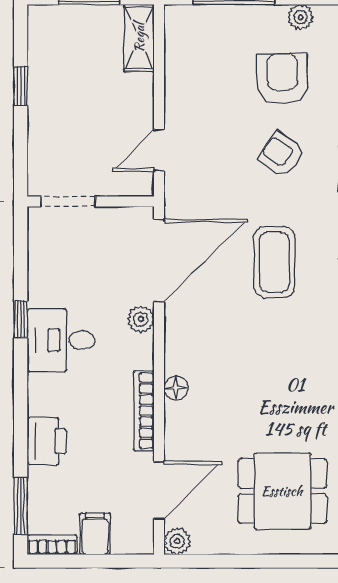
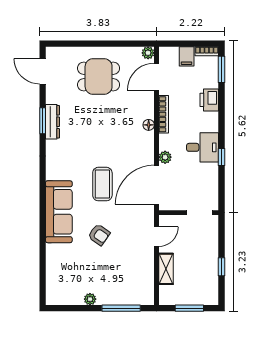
shelving: (139, 38) -> (166, 269), moved
armchair: (283, 79) -> (98, 270), removed

